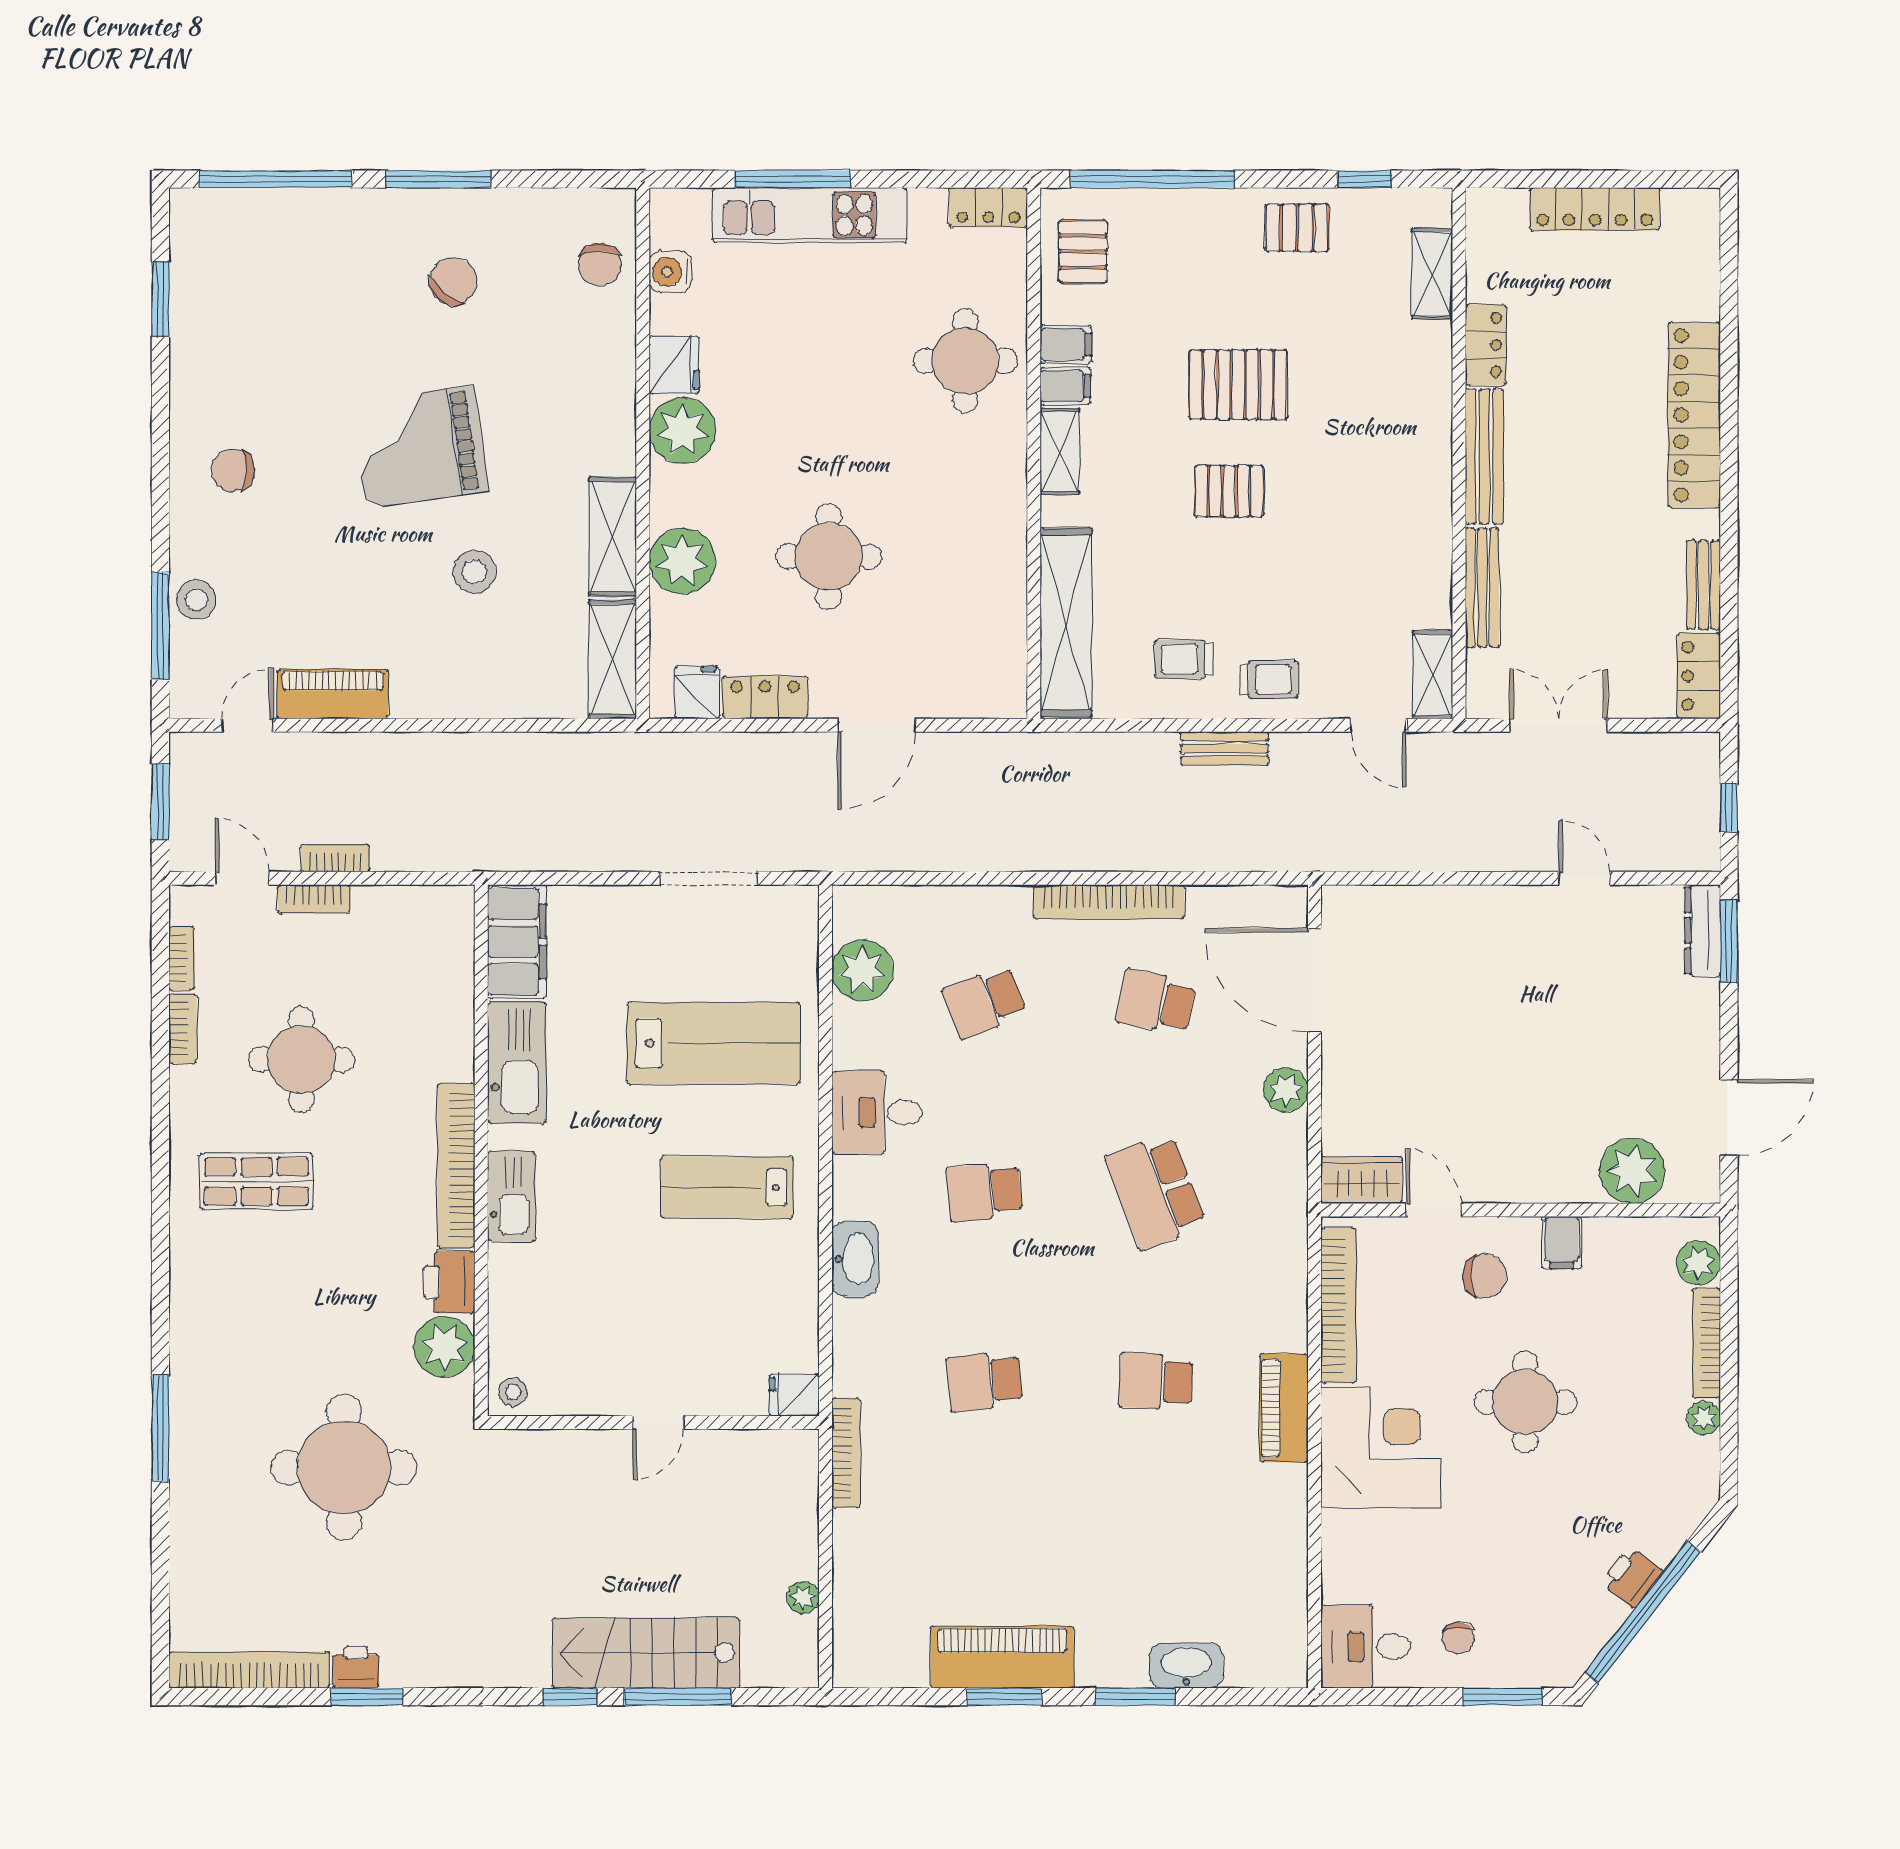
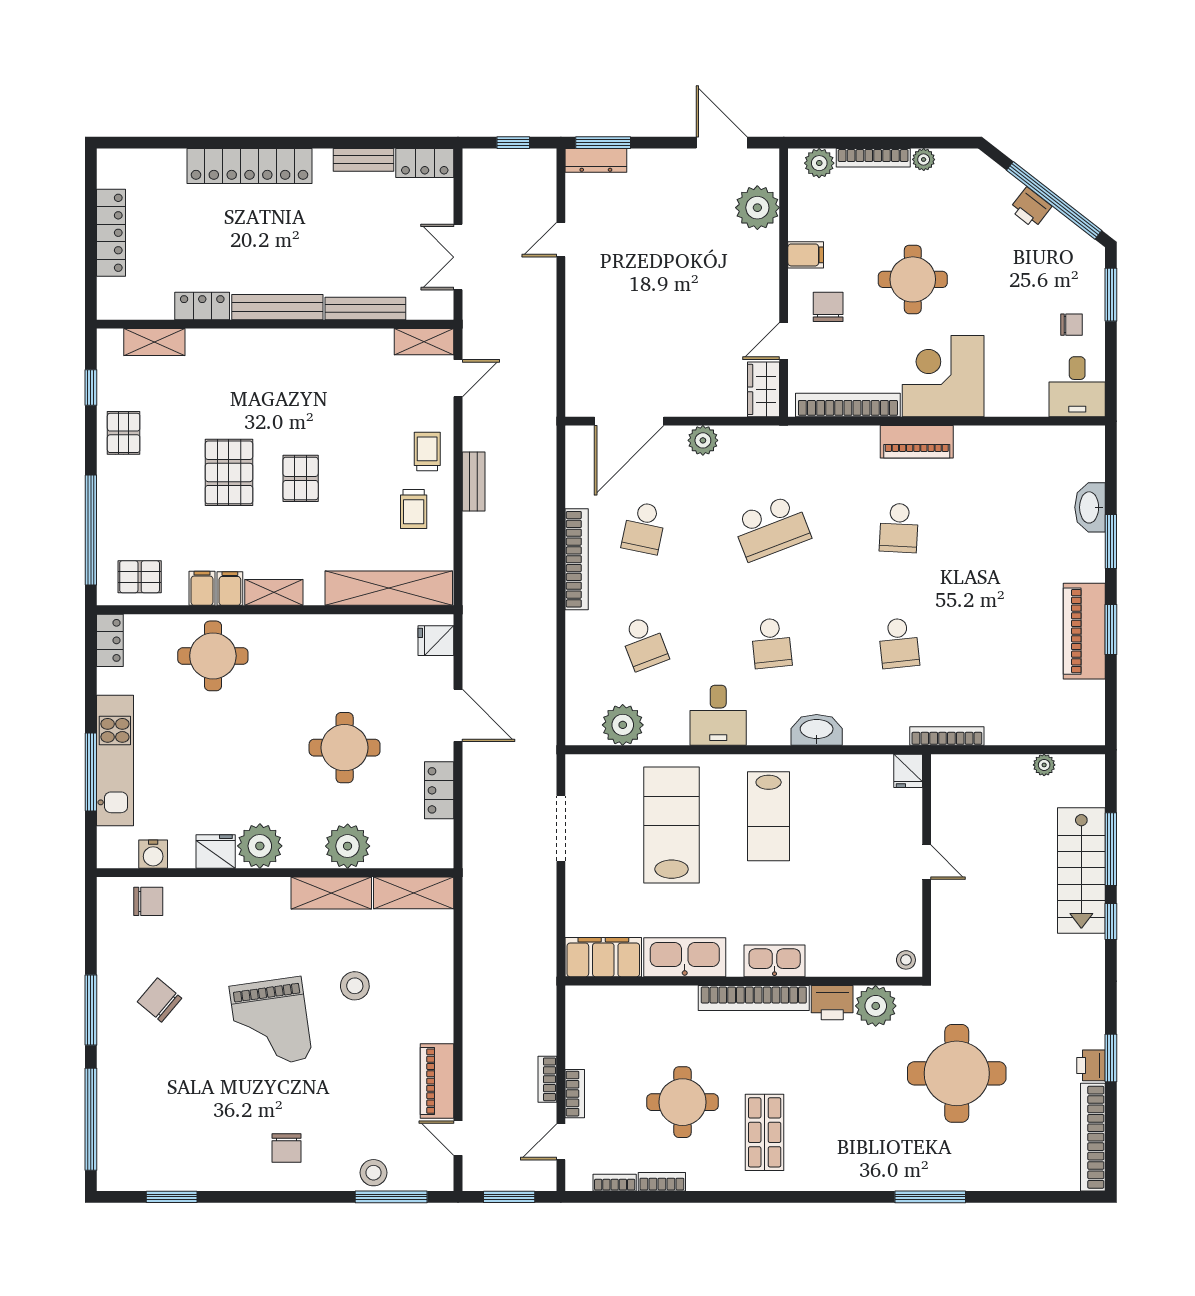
fridge: (697, 692) -> (436, 641), moved

